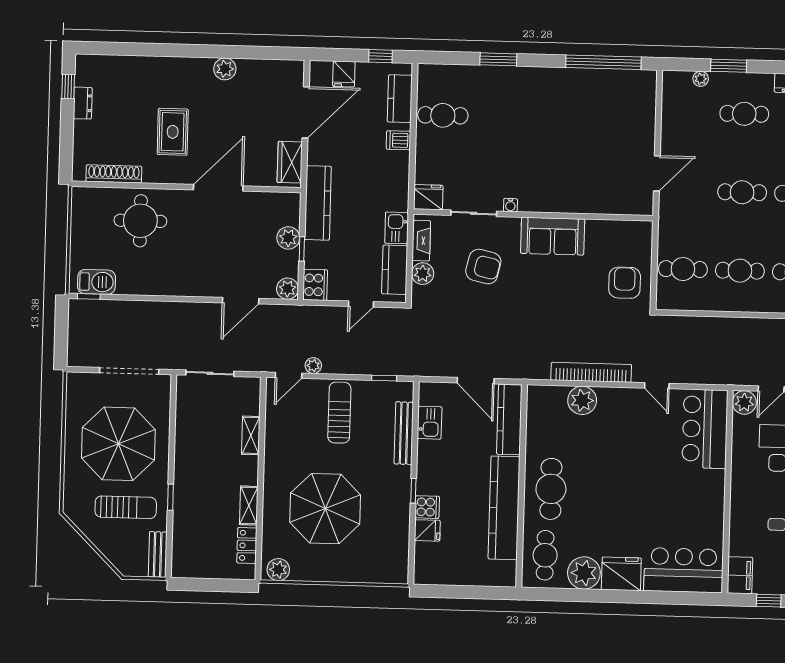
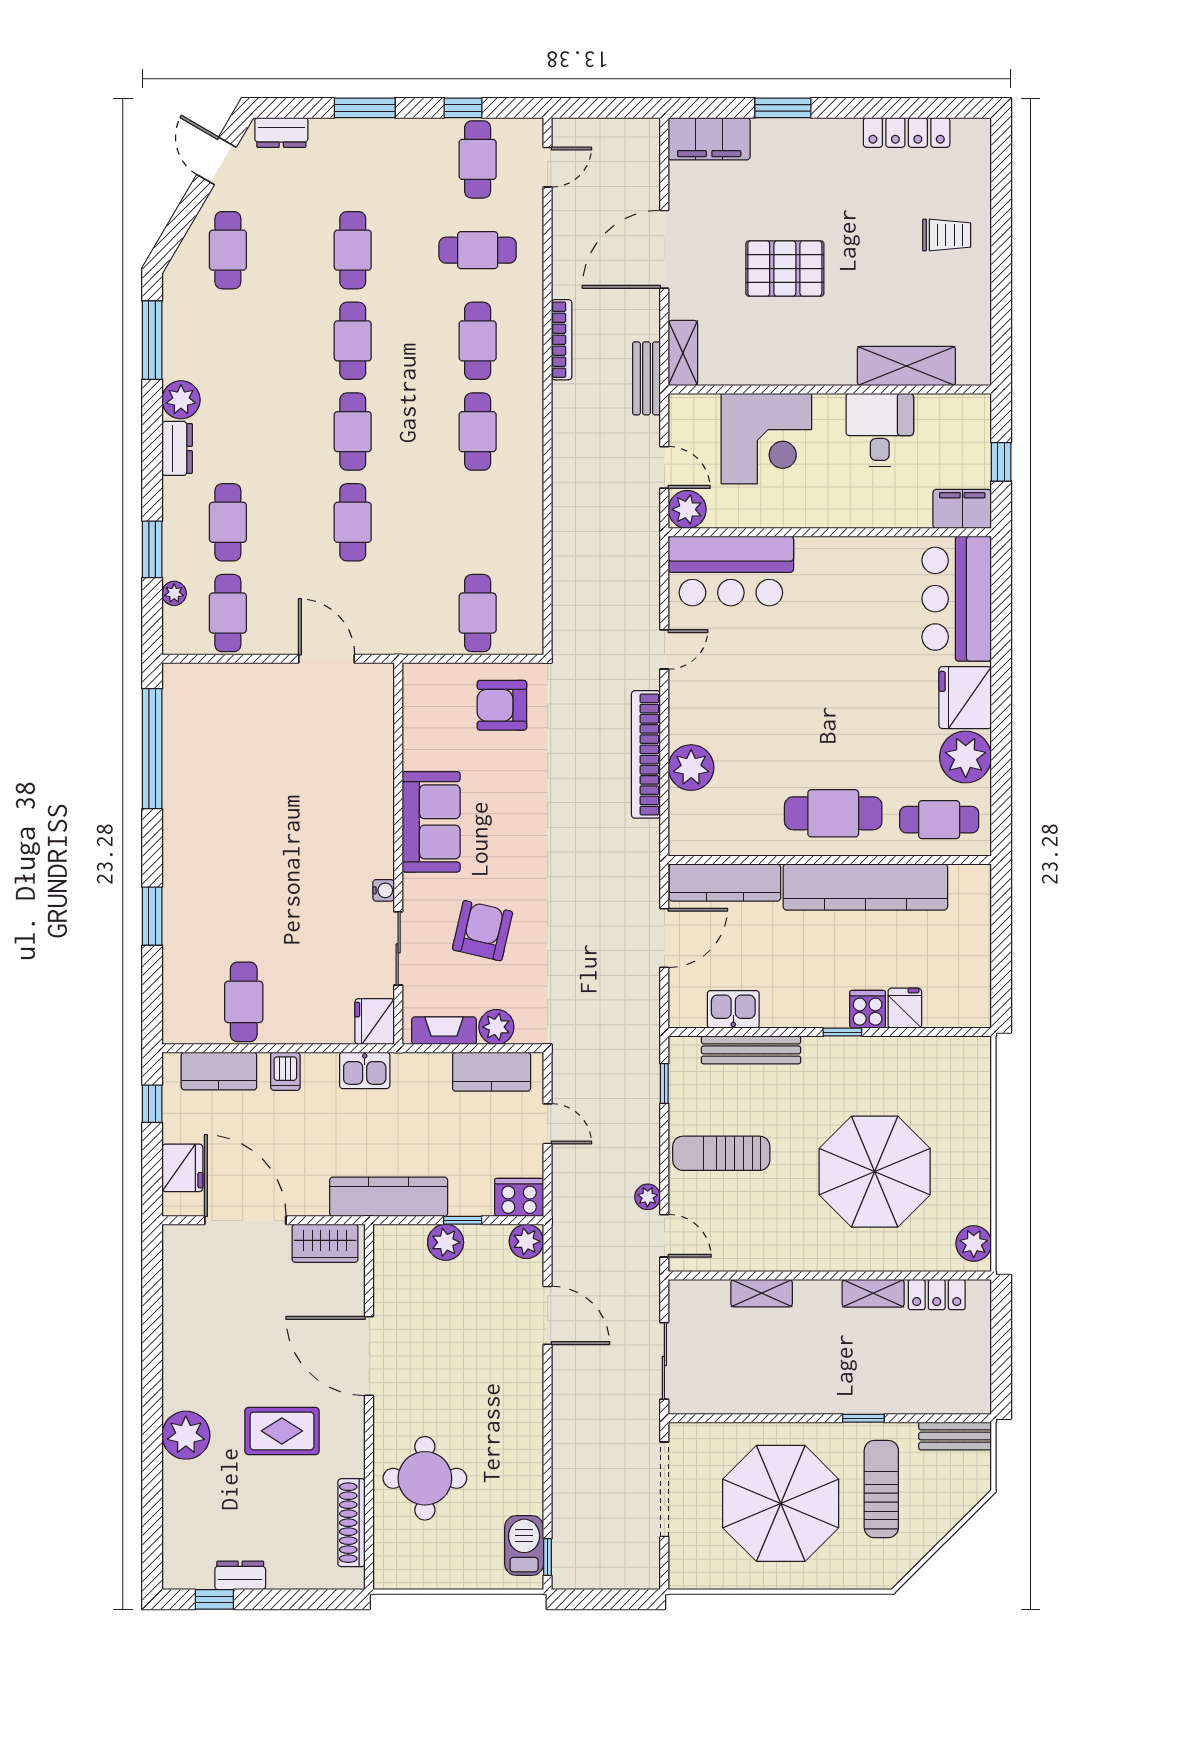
plant: (225, 69) -> (186, 1435), moved, width x1.36, depth x1.36
fridge: (344, 74) -> (182, 1168), width x1.38
kitchen sink: (397, 228) -> (365, 1070), moved
cafe table: (740, 271) -> (228, 613), moved

